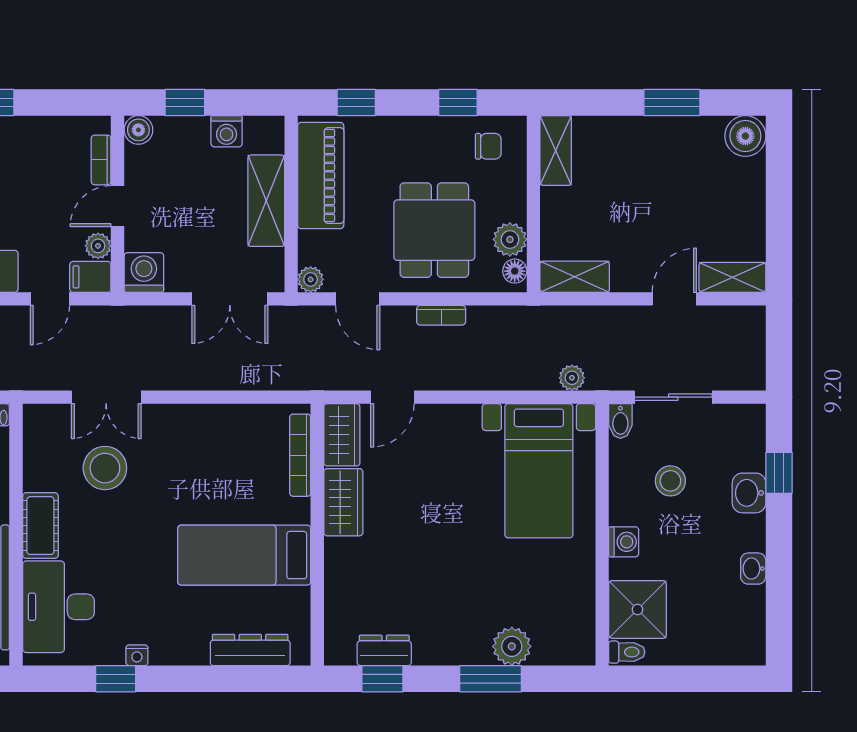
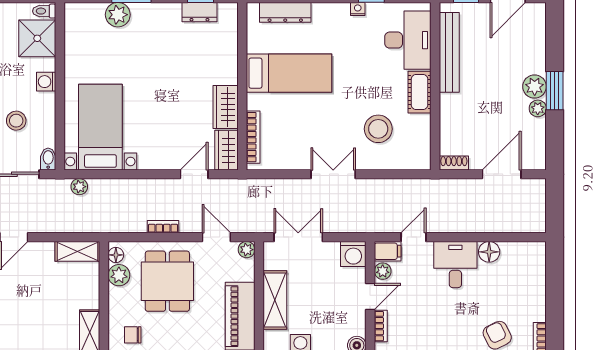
double door: (106, 397) -> (333, 174), moved

